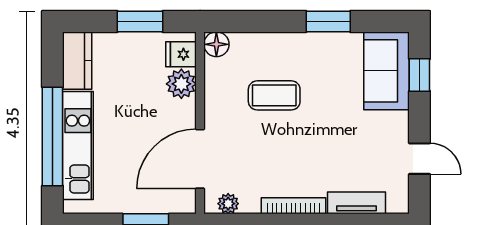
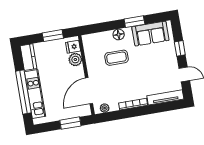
floor lamp: (216, 44) -> (119, 34), moved
sofa: (387, 71) -> (150, 34), moved, turned -90
window: (419, 75) -> (180, 48), moved
tv unit: (357, 203) -> (165, 97), width x1.41

